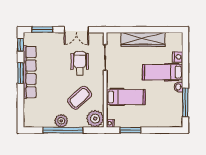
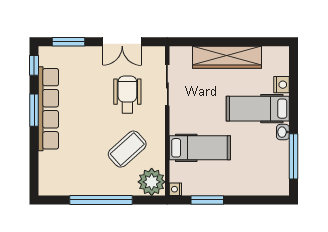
plant: (61, 121) -> (98, 185), removed

